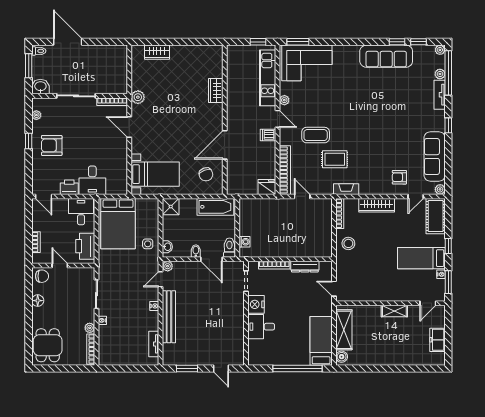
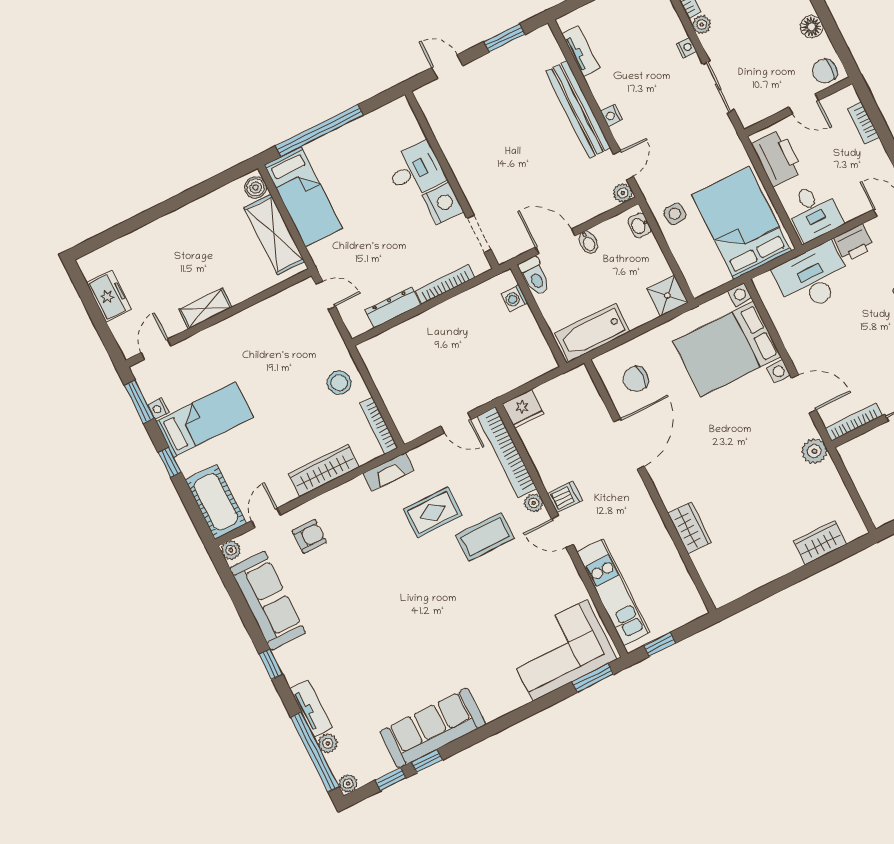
plant: (284, 100) -> (534, 503), moved
bed with nightstands: (155, 174) -> (727, 349), width x1.36
chair: (206, 174) -> (636, 379), turned -70
desk: (92, 180) -> (813, 278), width x1.37

